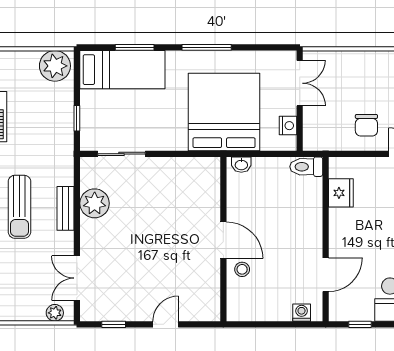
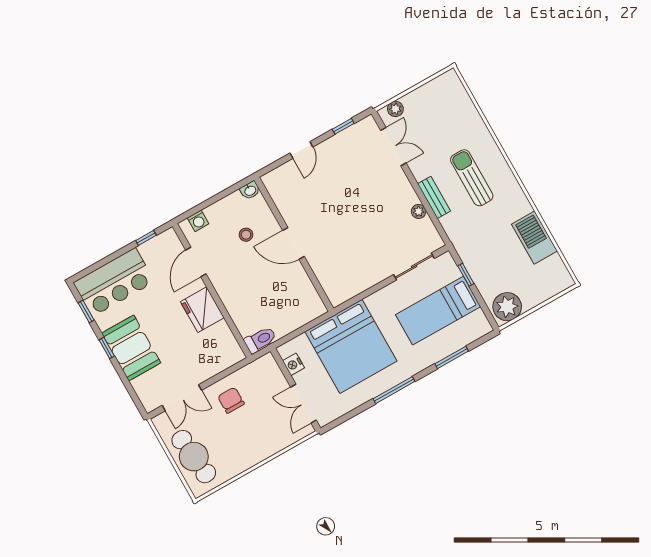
bed: (122, 70) -> (438, 311), moved
washbasin: (241, 165) -> (250, 190), moved, turned 180
fridge: (341, 193) -> (202, 310), moved, width x1.36, depth x1.34
plant: (95, 203) -> (419, 211), width x0.53, depth x0.53
stool: (242, 269) -> (246, 235), moved

